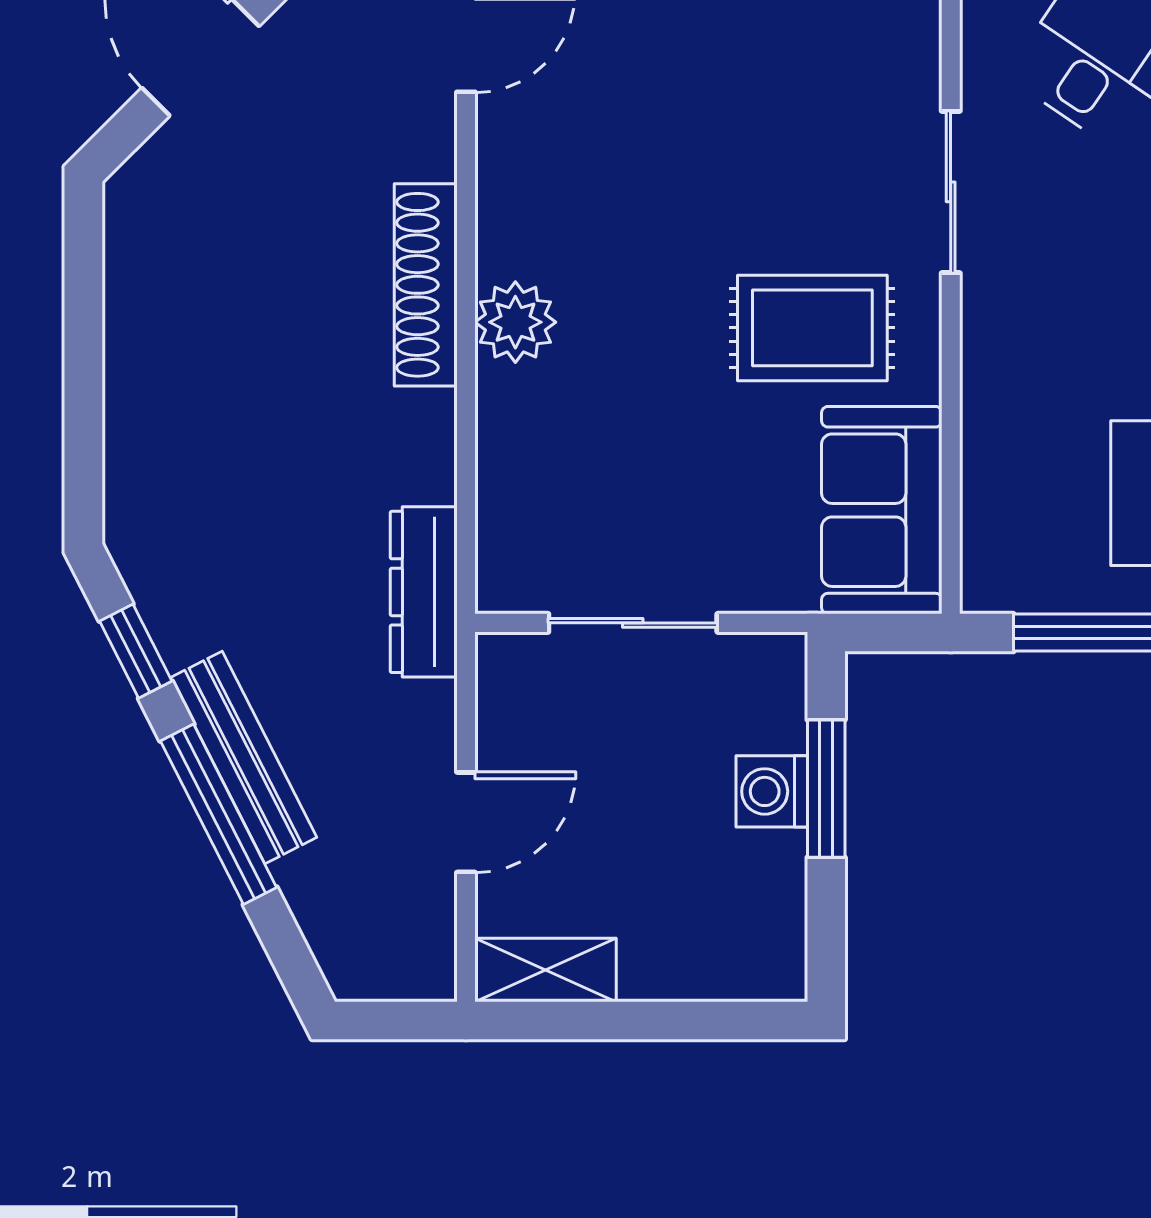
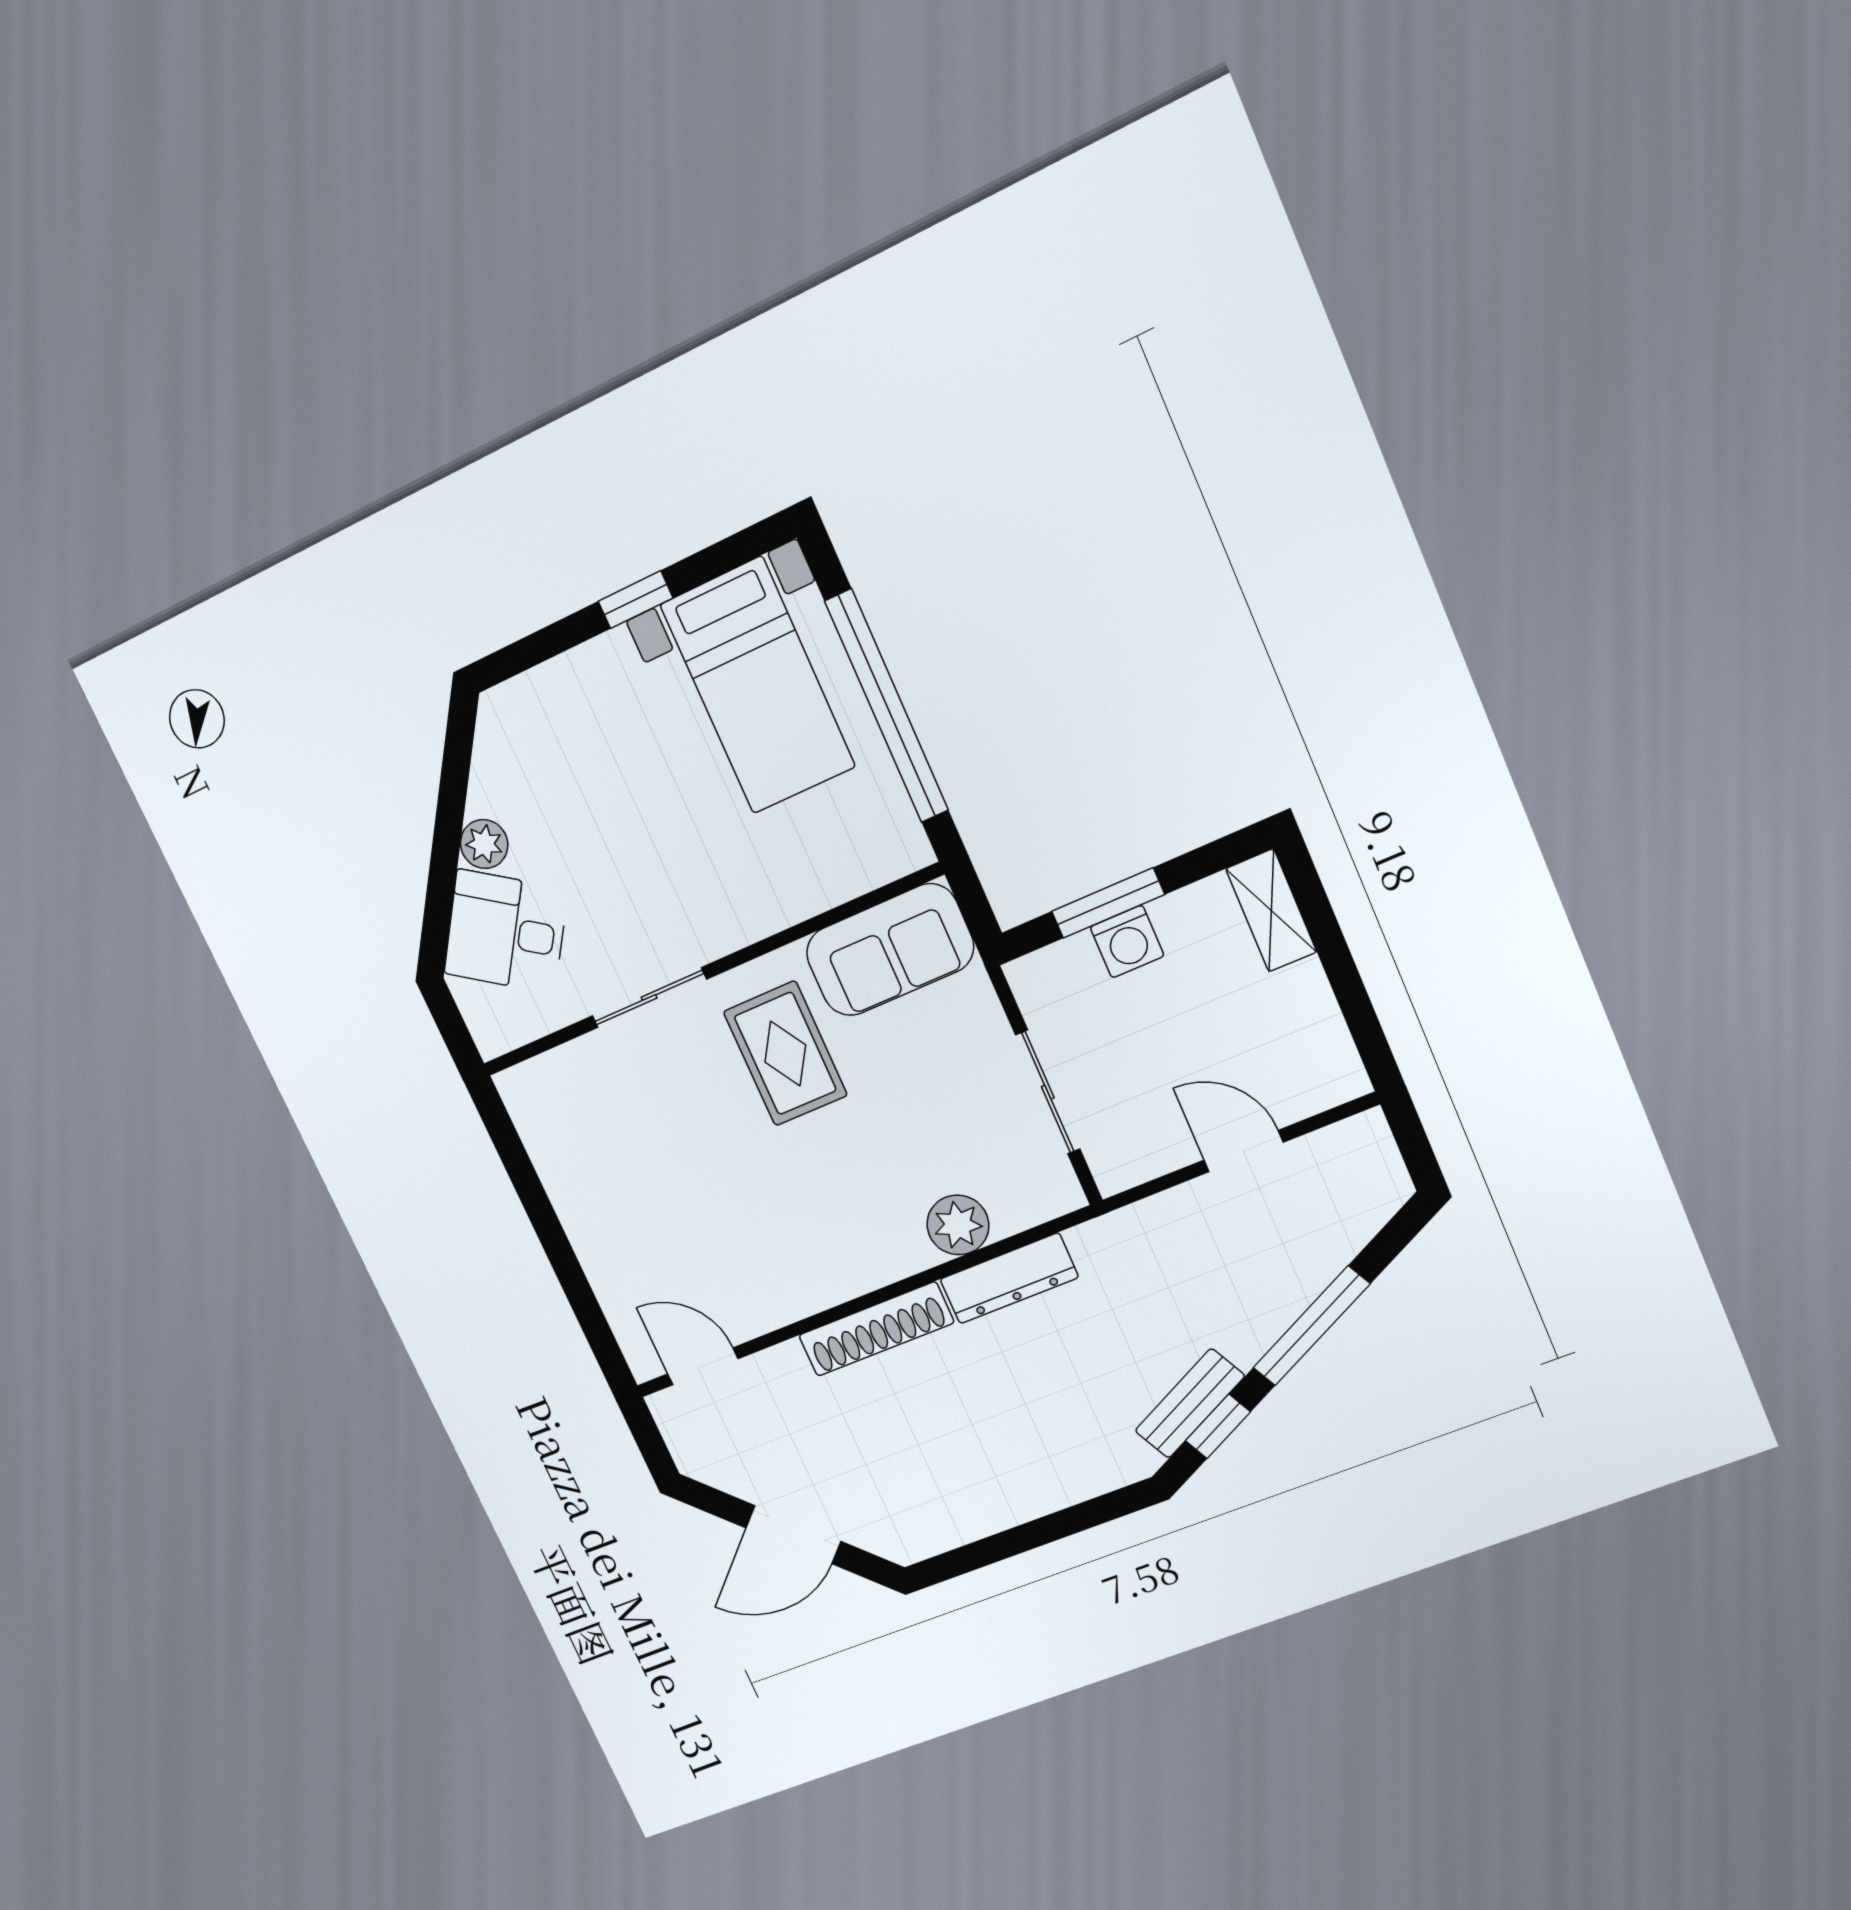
plant: (515, 322) -> (958, 1225), moved
dresser: (424, 592) -> (1009, 1278), moved
bench: (244, 757) -> (1190, 1403), moved, width x0.73
shelving: (545, 970) -> (1271, 910), moved

